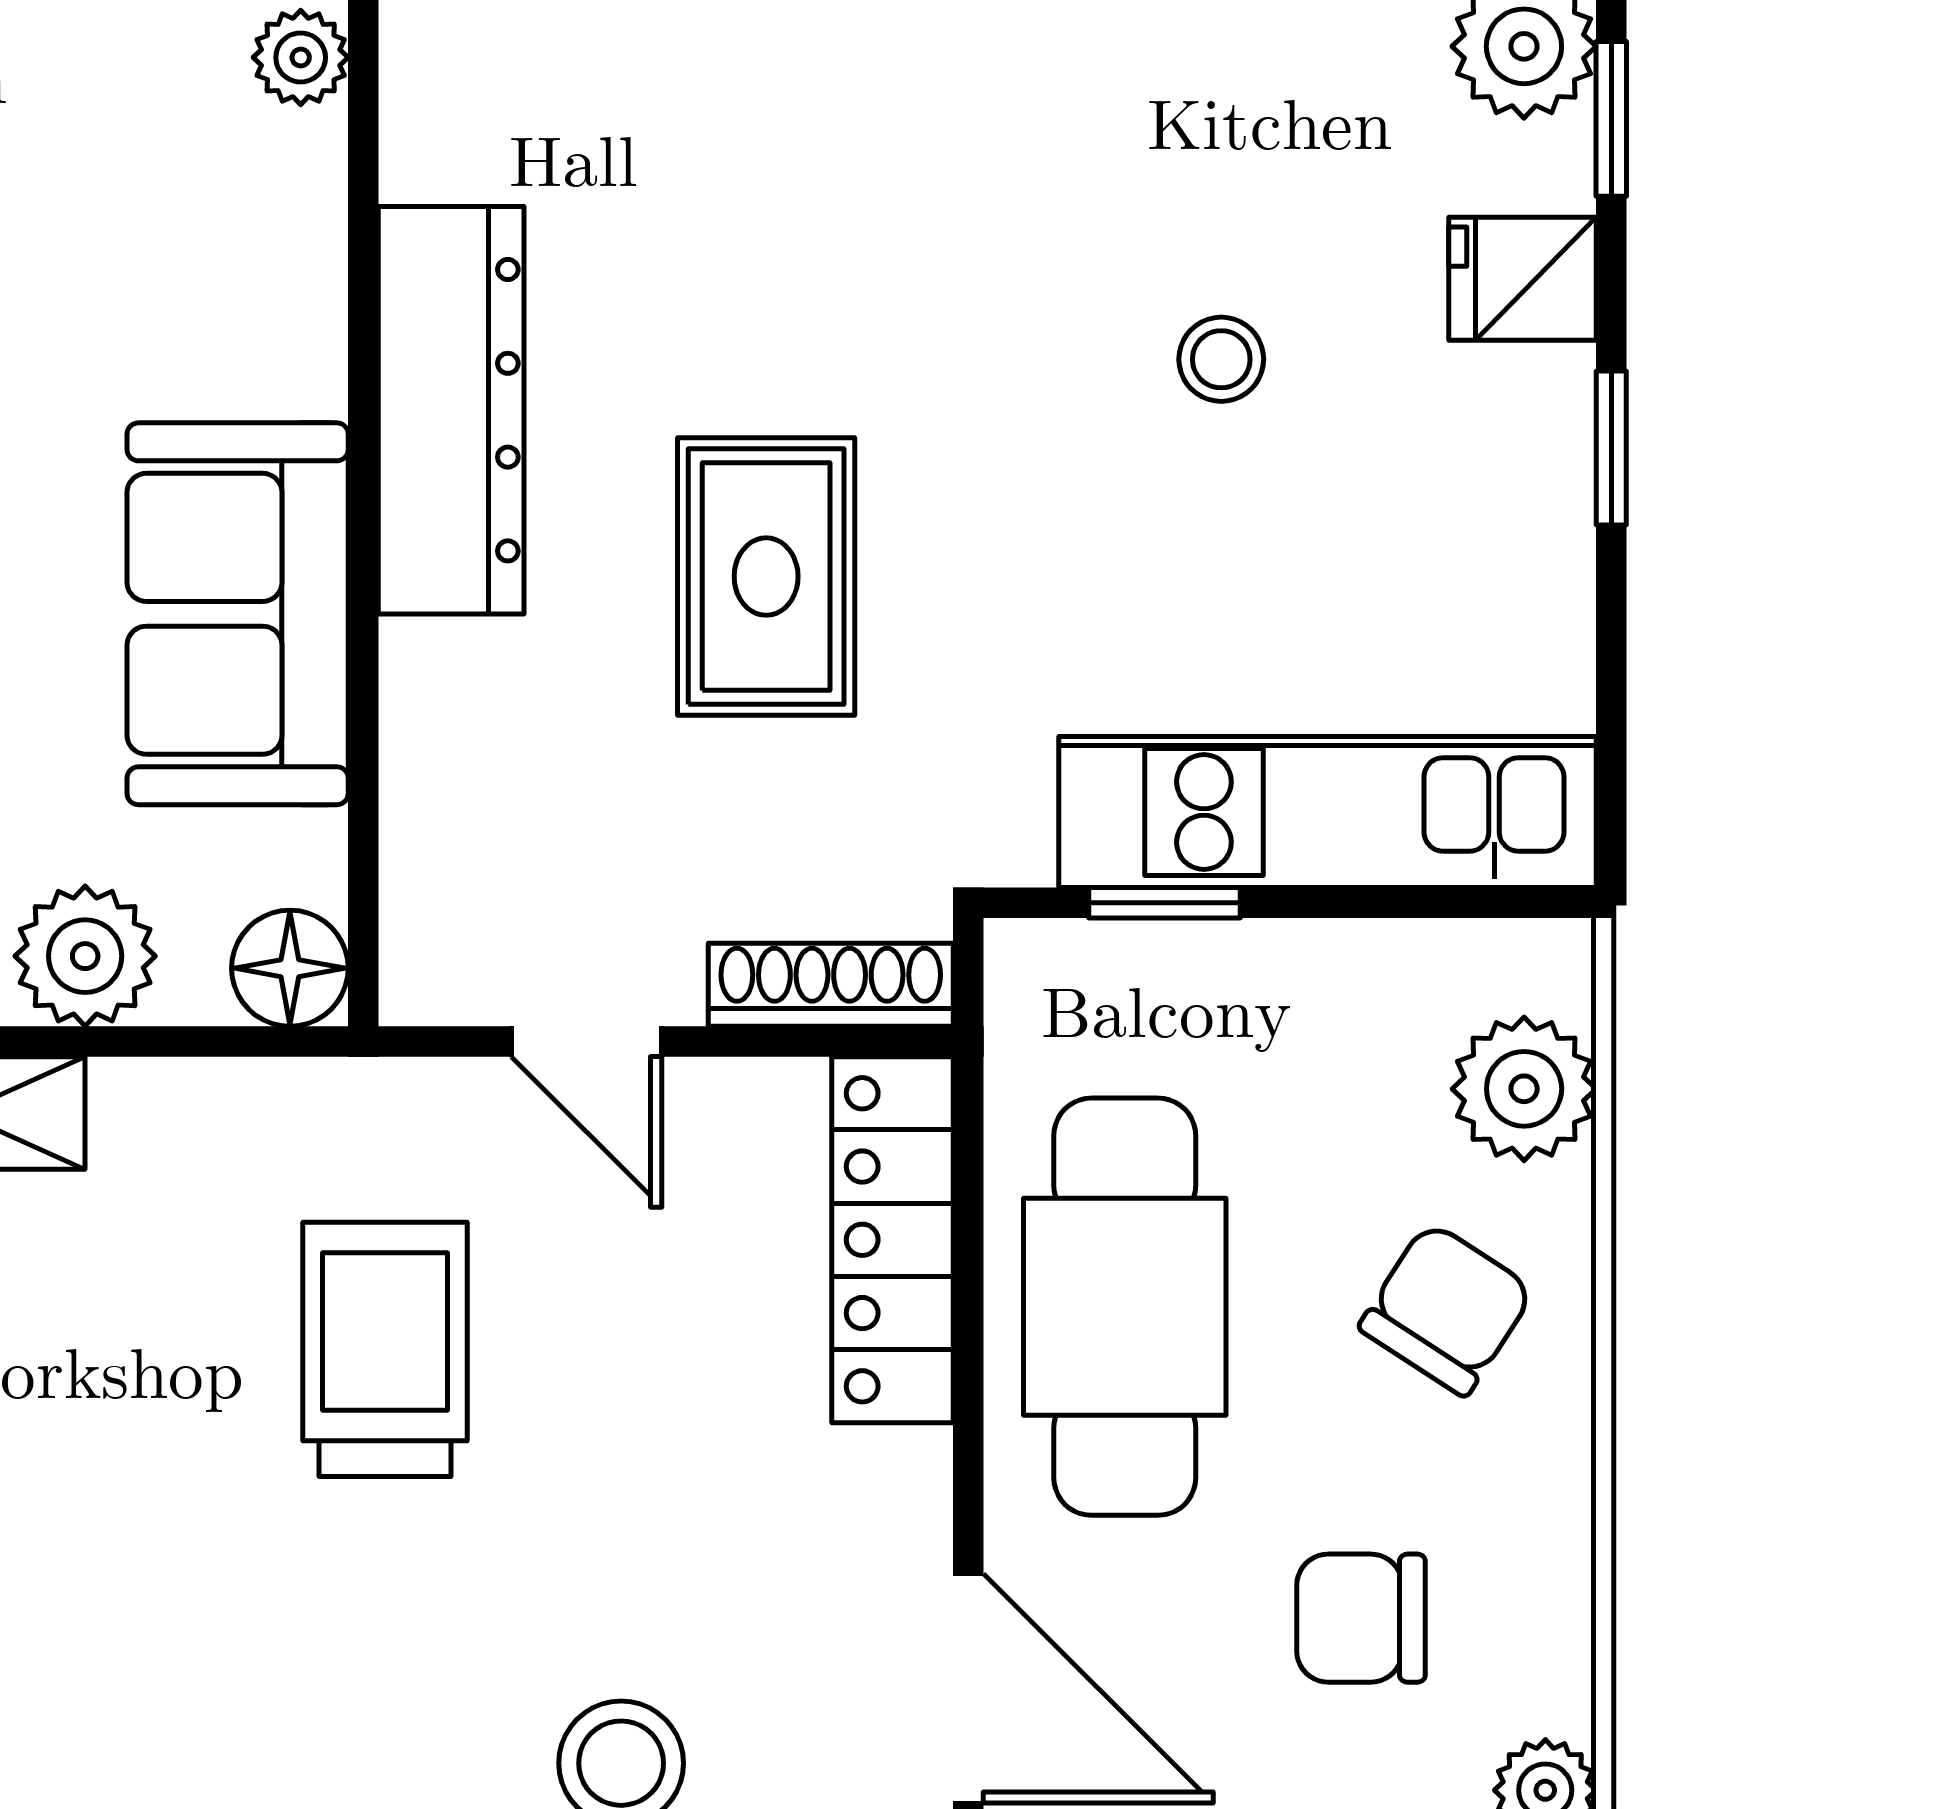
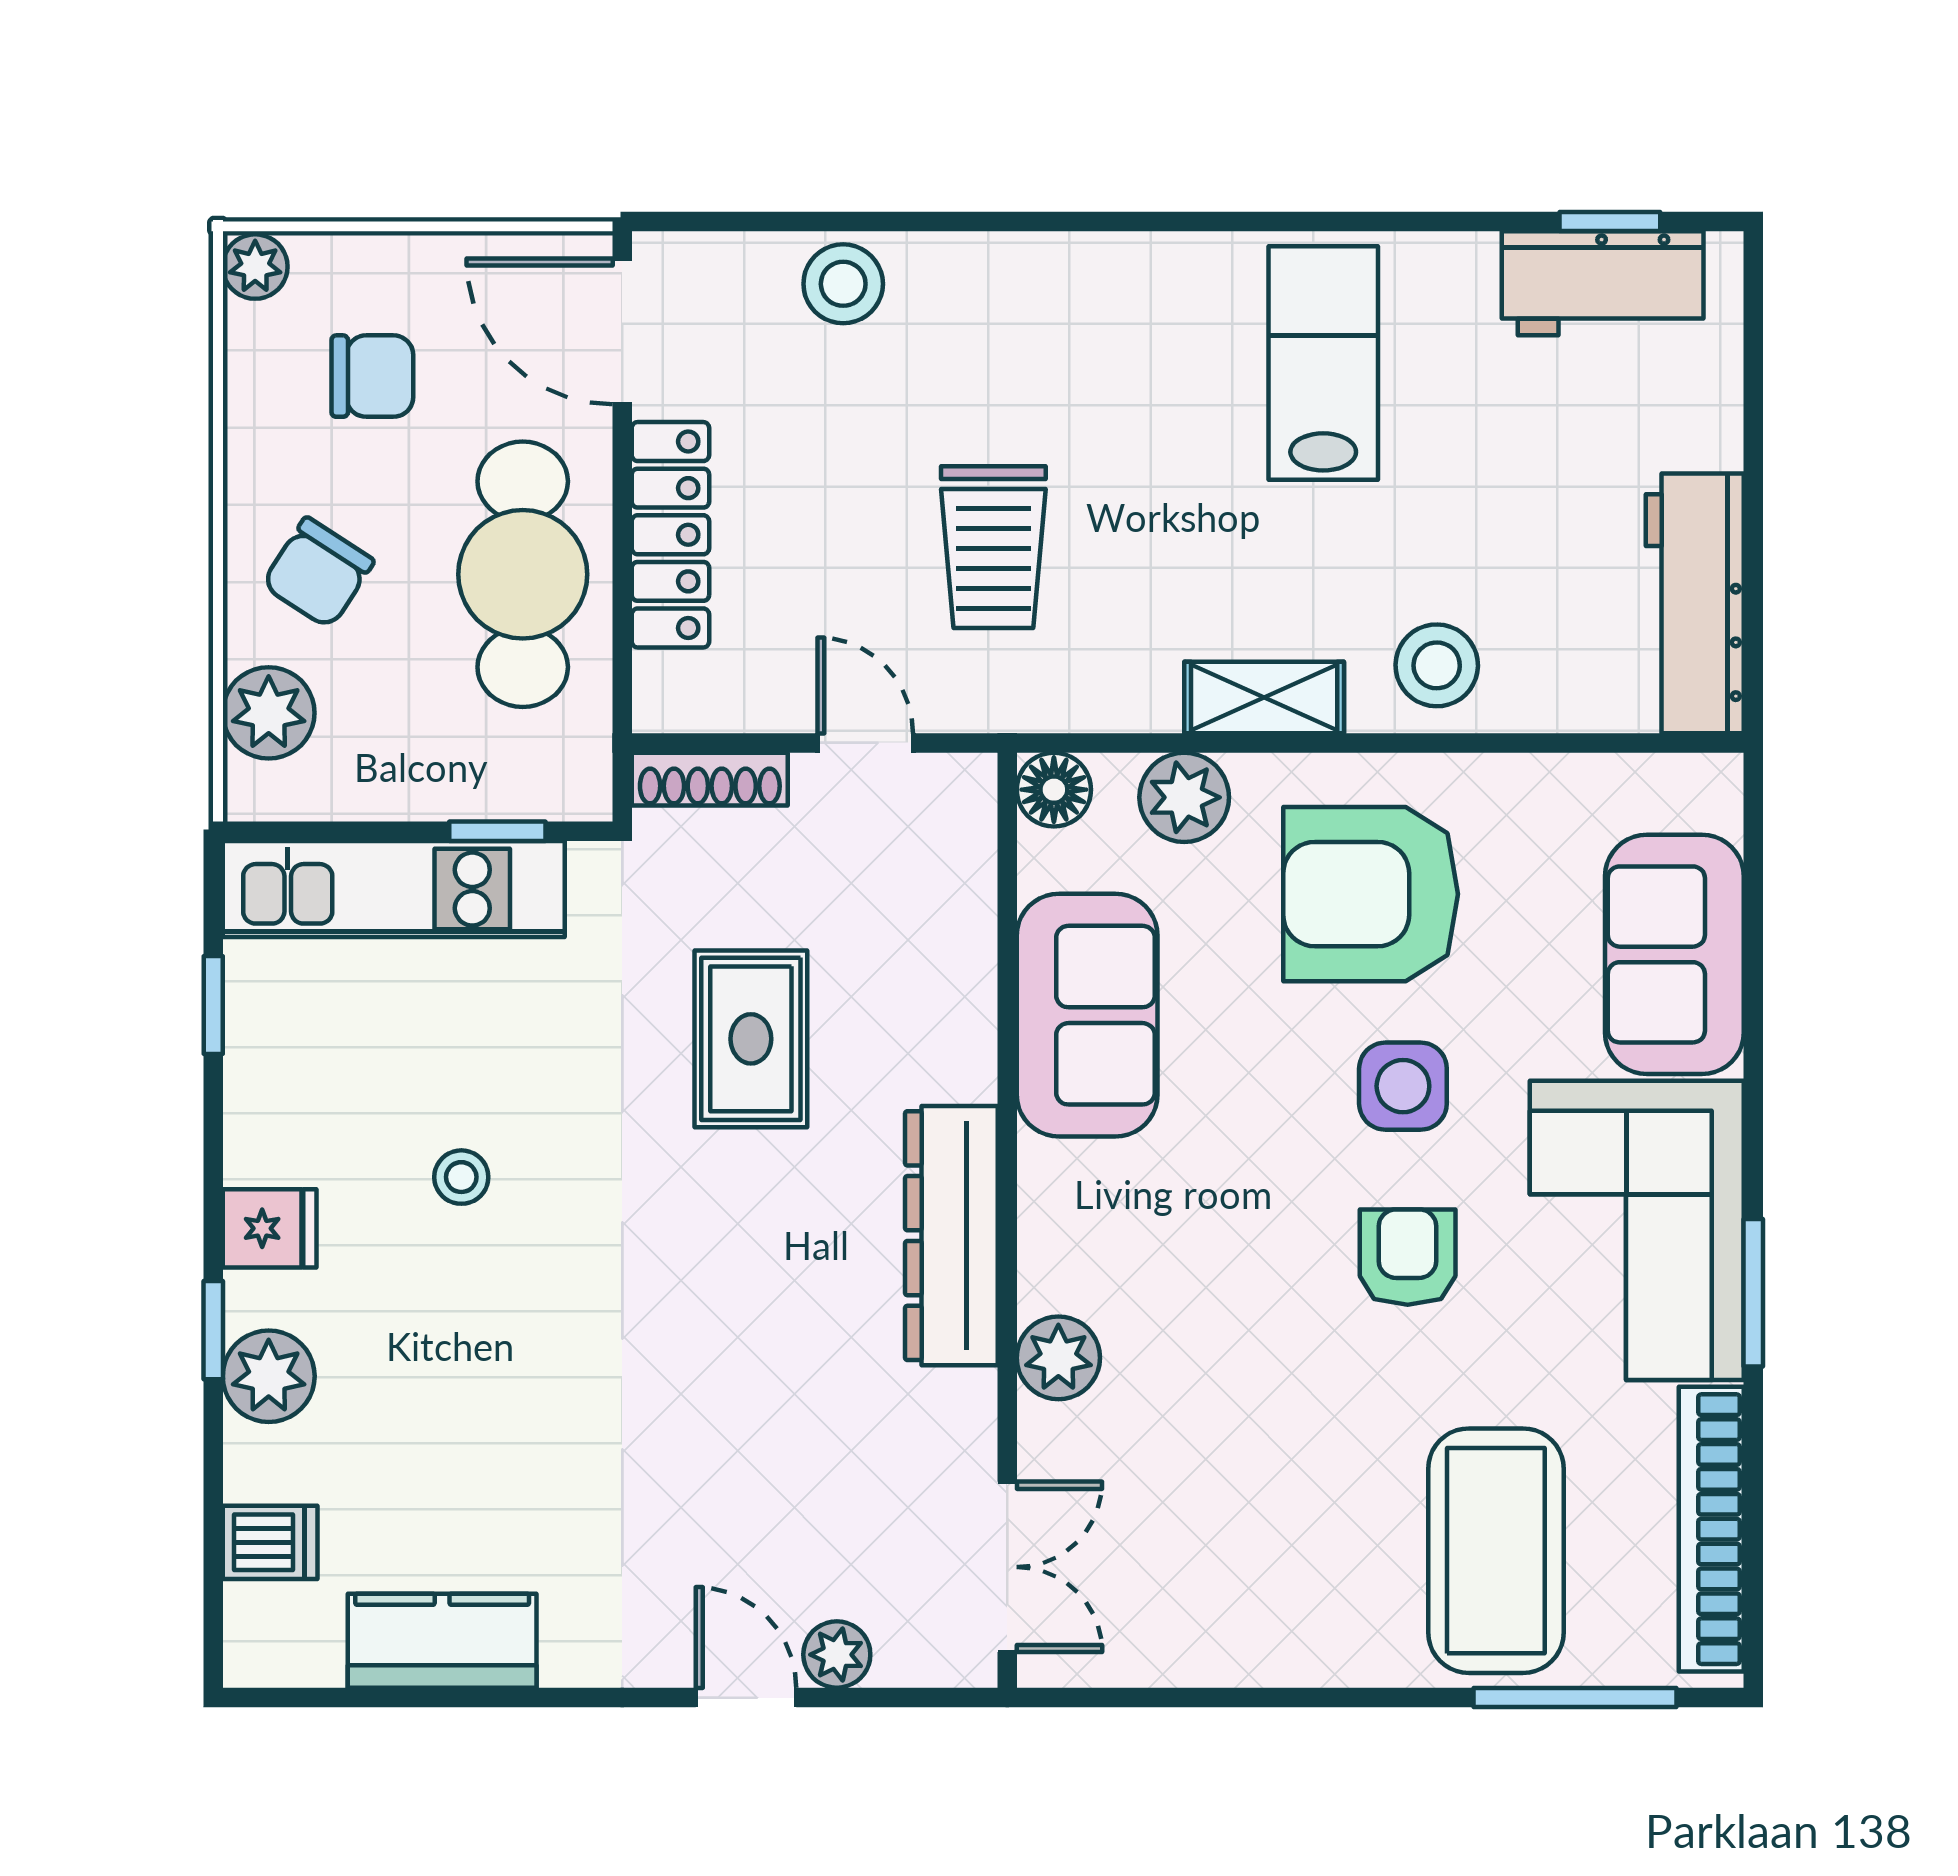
plant: (301, 57) -> (1058, 1358), width x1.38, depth x1.38
dresser: (451, 410) -> (951, 1236), moved
window: (1611, 448) -> (213, 1005), moved
locker: (893, 1240) -> (670, 535), moved

